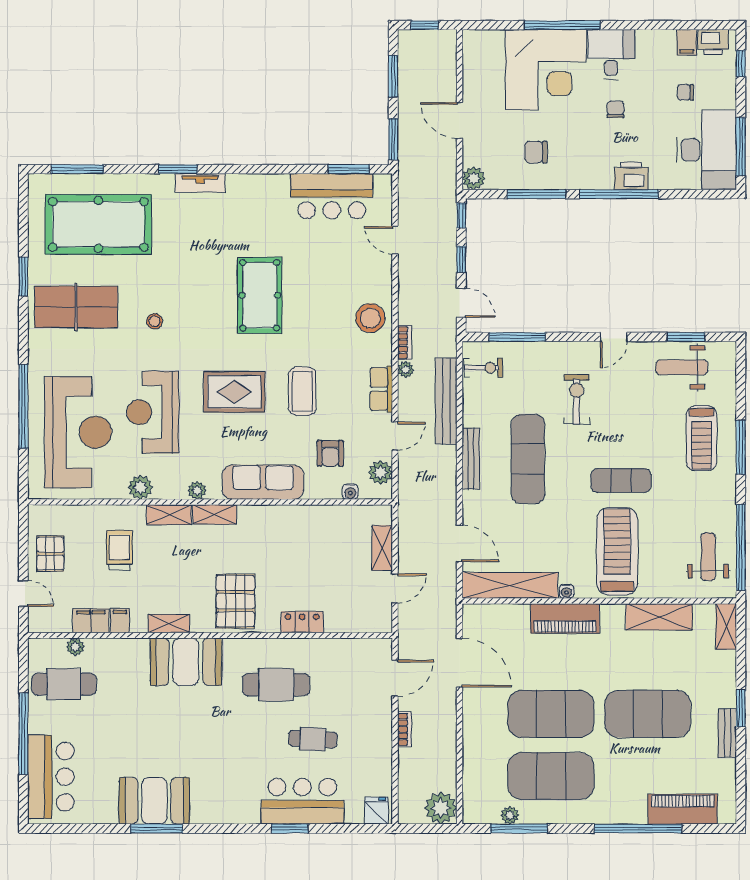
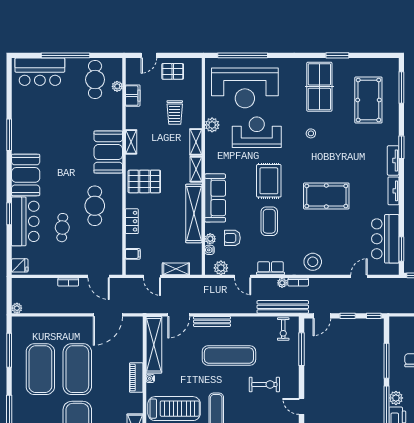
plant: (474, 178) -> (396, 398), moved
tv unit: (251, 182) -> (393, 191), added
pool table: (98, 224) -> (368, 100), width x0.73, depth x0.76
coffee table: (302, 391) -> (269, 221), turned 90
bench: (446, 401) -> (283, 307), moved
window: (23, 406) -> (243, 55), moved
bench: (471, 459) -> (212, 321), moved
plant: (197, 490) -> (210, 239), moved
shelving: (289, 518) -> (194, 213), added
trolley: (119, 550) -> (175, 112), turned 90
piano: (565, 619) -> (136, 378), width x0.73, depth x0.75
filing cabinet: (120, 621) -> (133, 254), moved
booth: (154, 801) -> (26, 175), moved
plant: (441, 808) -> (17, 308), width x0.53, depth x0.53
plant: (510, 815) -> (17, 345), removed

